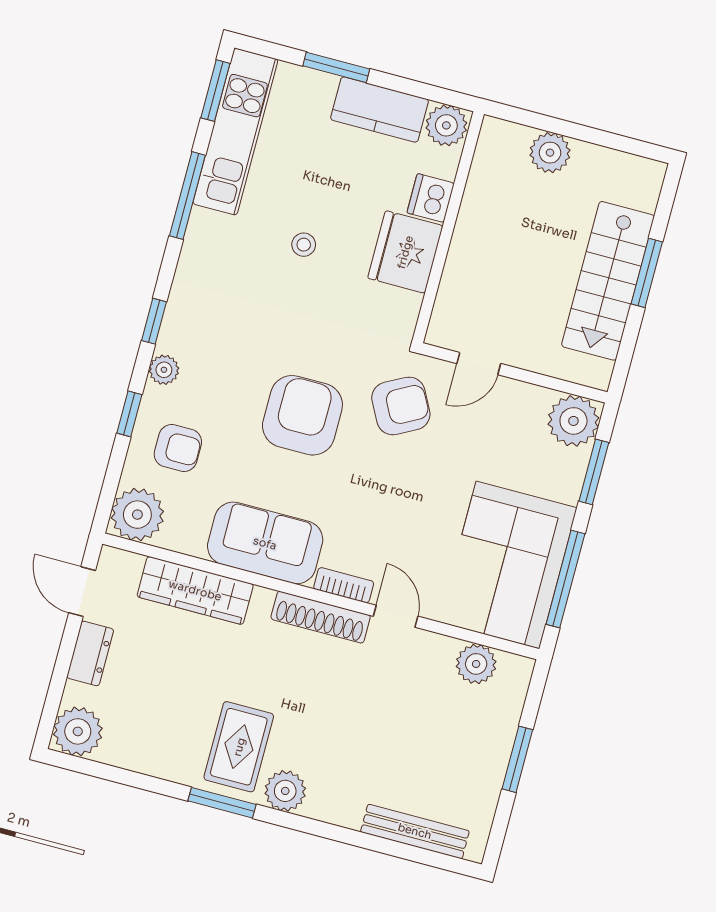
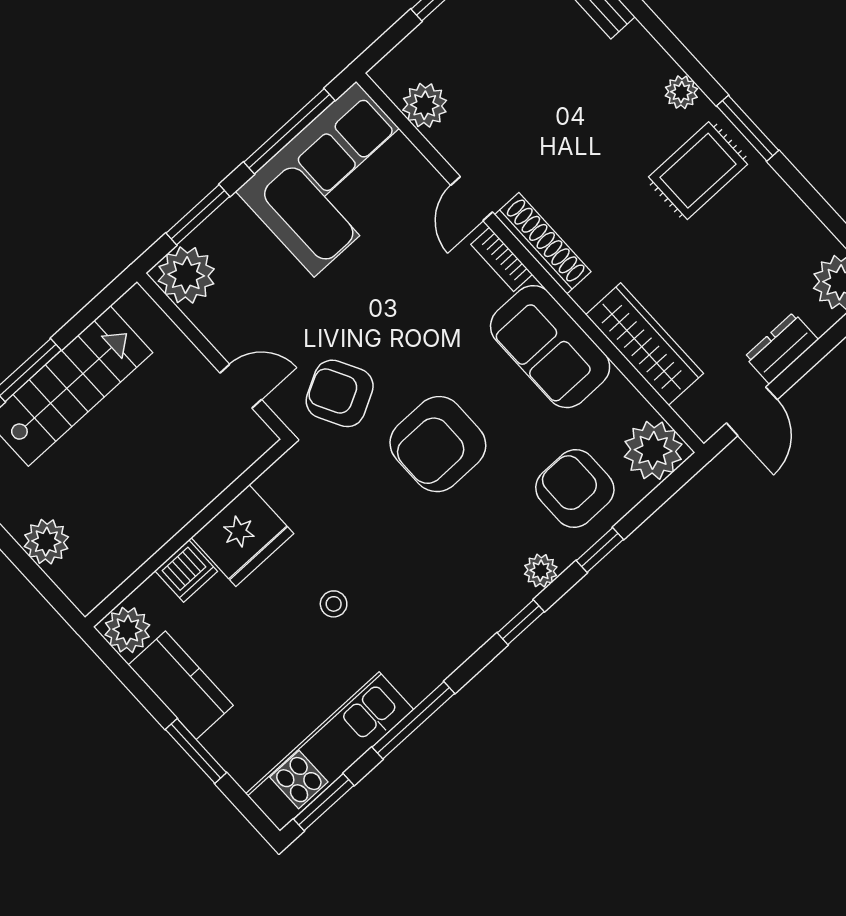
armchair: (178, 448) -> (575, 489), width x1.38, depth x1.38
plant: (285, 791) -> (681, 92), width x0.73, depth x0.73

